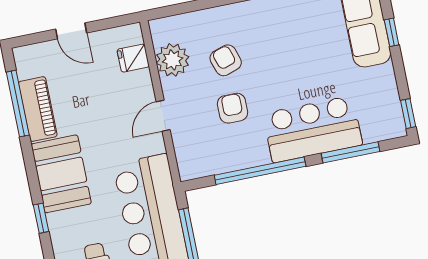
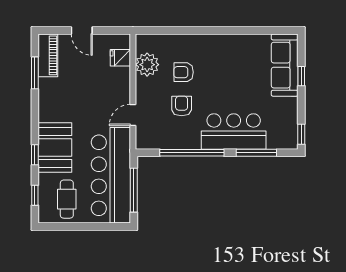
armchair: (226, 60) -> (184, 72), turned -72
window: (18, 104) -> (35, 73), width x0.69
piano: (38, 109) -> (48, 55), moved
door: (163, 116) -> (133, 115), moved
booth: (61, 174) -> (55, 147), moved

